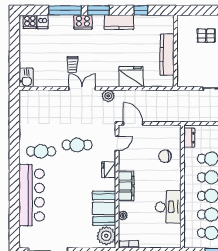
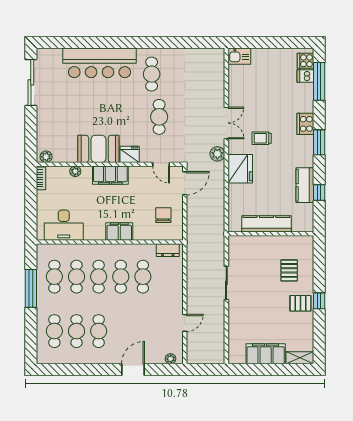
window: (65, 10) -> (319, 81), moved
kitchen counter: (119, 22) -> (305, 185), moved
trolley: (73, 64) -> (262, 138), moved
fridge: (131, 77) -> (240, 169), moved
chair: (165, 156) -> (163, 215), moved
filing cabinet: (174, 179) -> (119, 232), added
desk: (168, 207) -> (64, 225), moved
booth: (104, 208) -> (98, 149), moved
plant: (106, 236) -> (46, 157), width x0.53, depth x0.53

